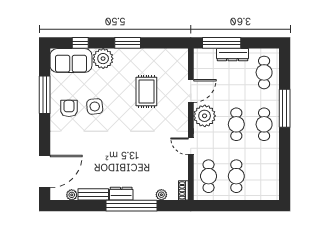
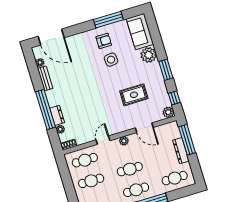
window: (80, 43) -> (174, 98), moved
plant: (181, 56) -> (168, 112), added
plant: (205, 116) -> (124, 141), width x0.53, depth x0.53
dresser: (121, 194) -> (57, 115), moved

